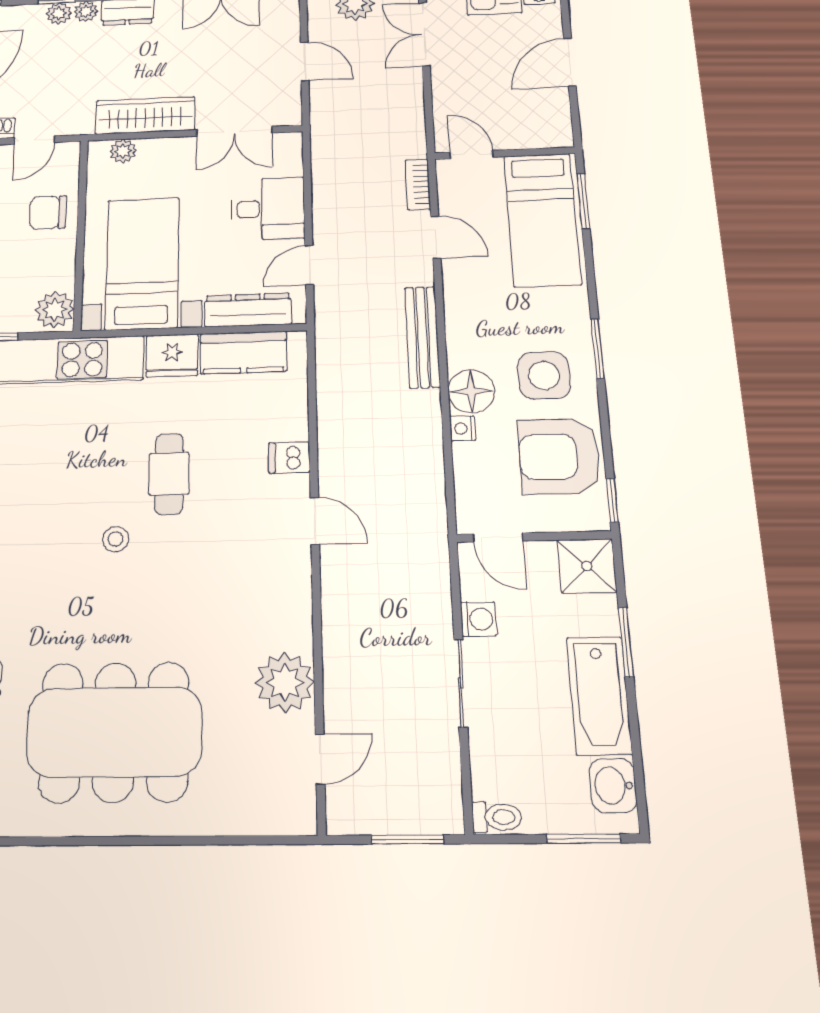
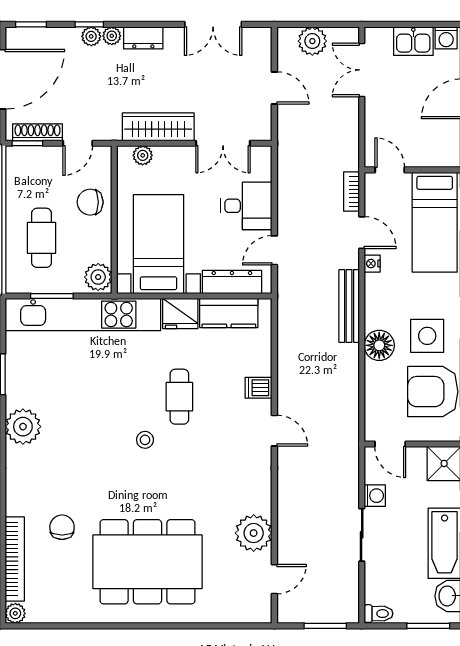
nightstand: (463, 428) -> (372, 264), moved

